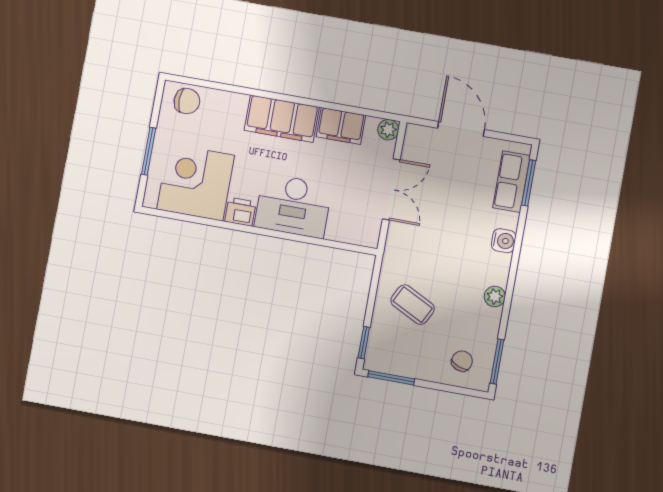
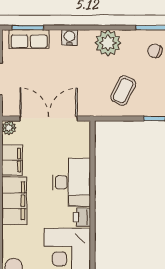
double door: (391, 189) -> (49, 119), width x1.37
plant: (495, 297) -> (108, 43), width x1.87, depth x1.87

